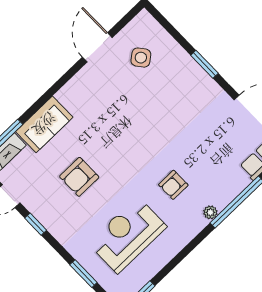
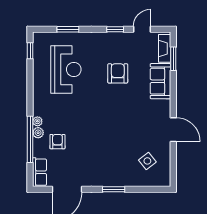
door: (97, 47) -> (173, 130), moved
armchair: (173, 185) -> (57, 142), moved
plant: (222, 200) -> (38, 133), added

